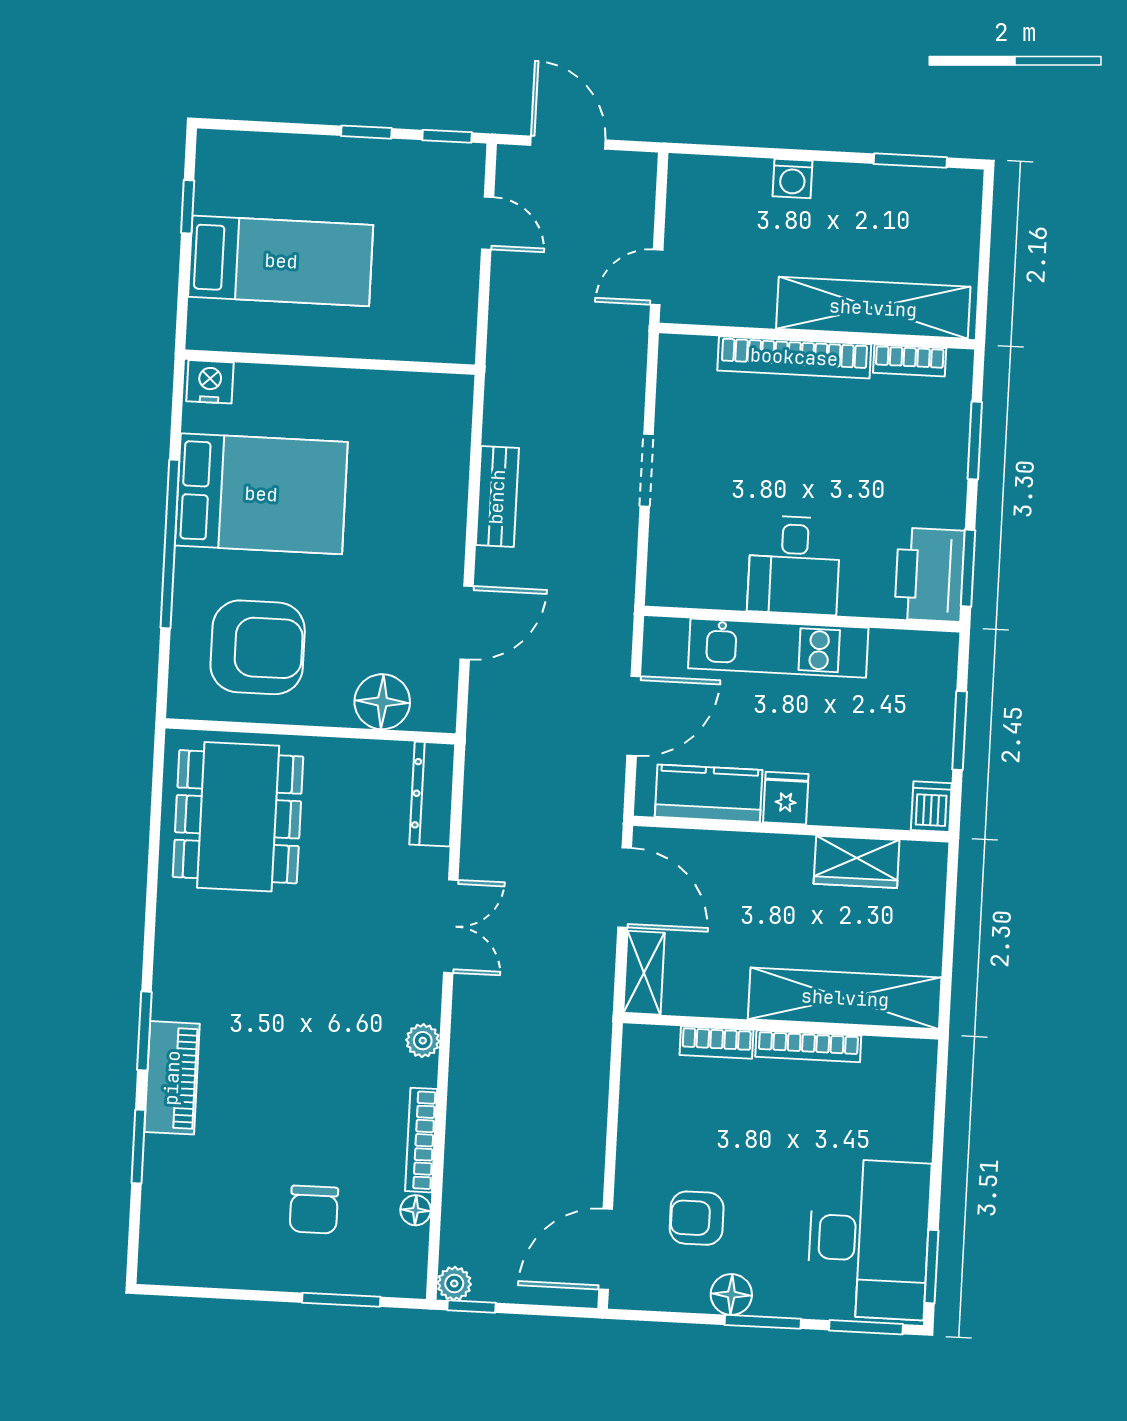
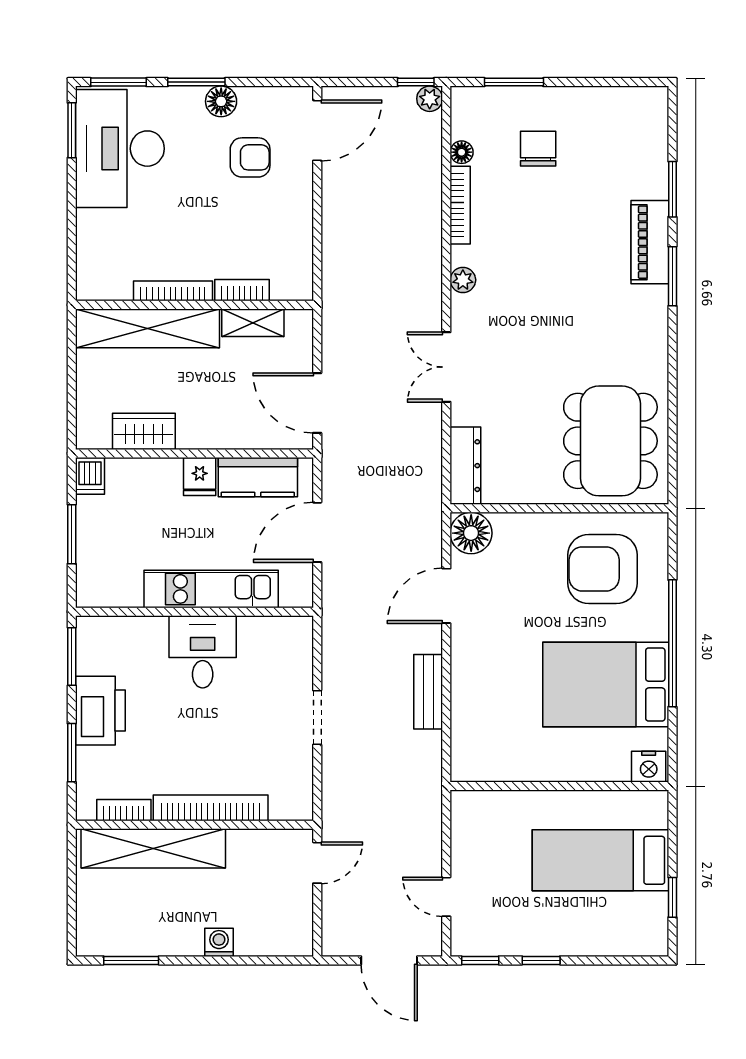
printer: (930, 575) -> (100, 711), moved
floor lamp: (382, 702) -> (471, 533), moved
shelving: (644, 973) -> (253, 323), moved, turned 90

